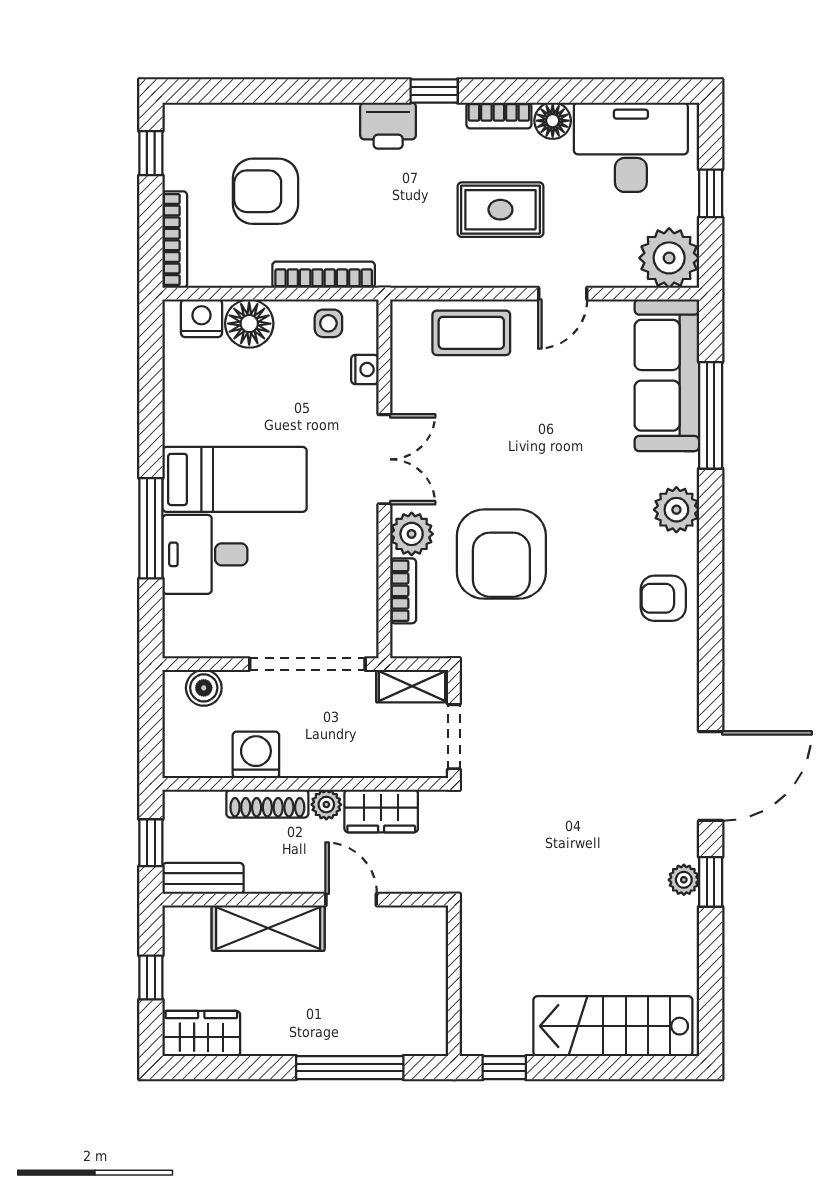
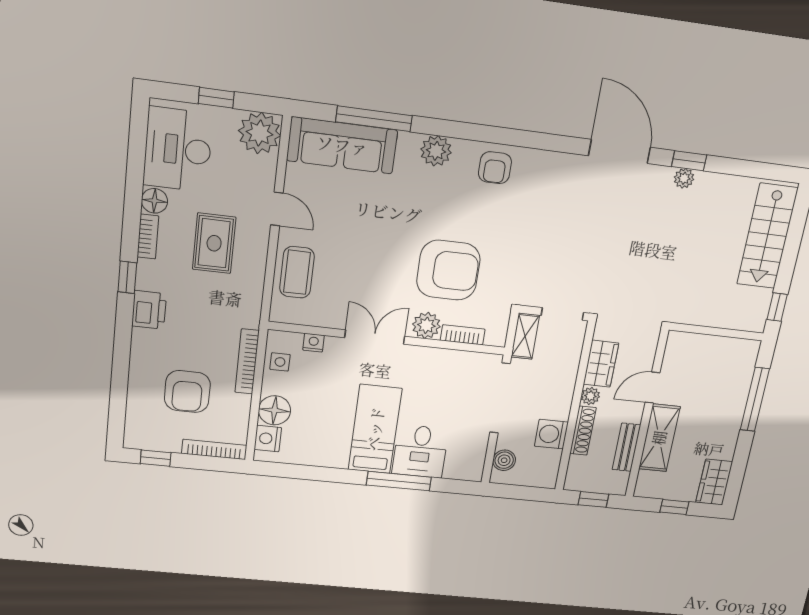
bench: (203, 878) -> (626, 447), moved

